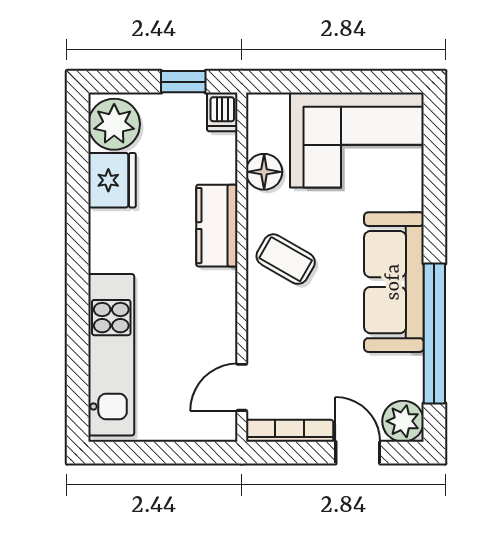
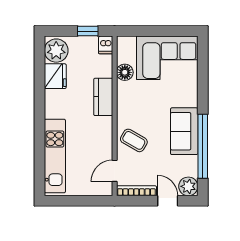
coffee table: (286, 259) -> (134, 140), moved
sofa: (394, 282) -> (184, 131), width x0.73

